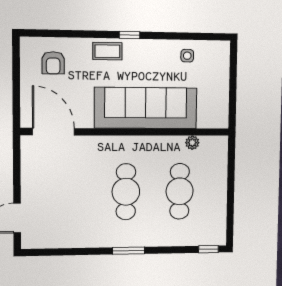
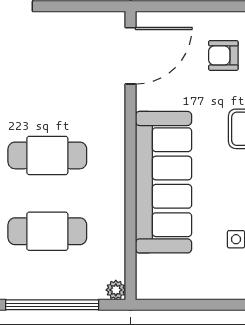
plant: (192, 143) -> (116, 290), moved
window: (231, 188) -> (52, 305), added

